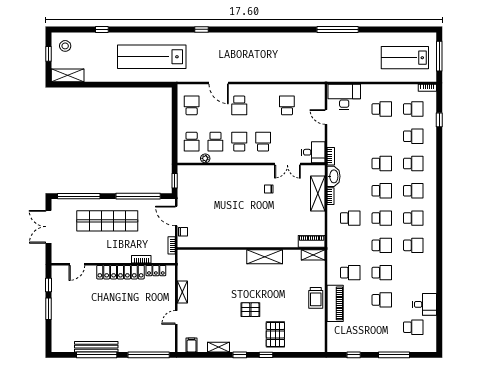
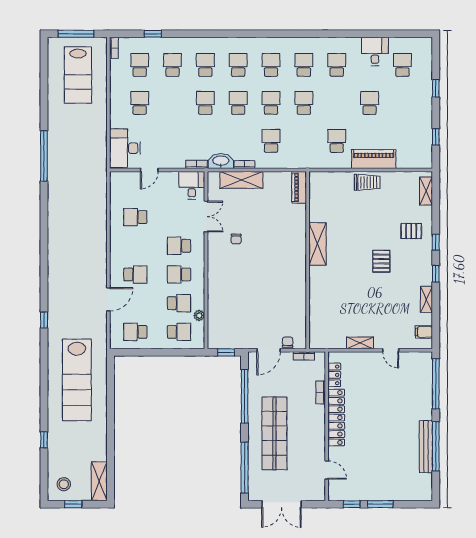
shelving: (313, 255) -> (426, 191), moved
school desk: (382, 273) -> (337, 65), moved
pallet: (275, 334) -> (411, 231), width x0.67, depth x0.71
window: (394, 355) -> (436, 88), width x0.46

